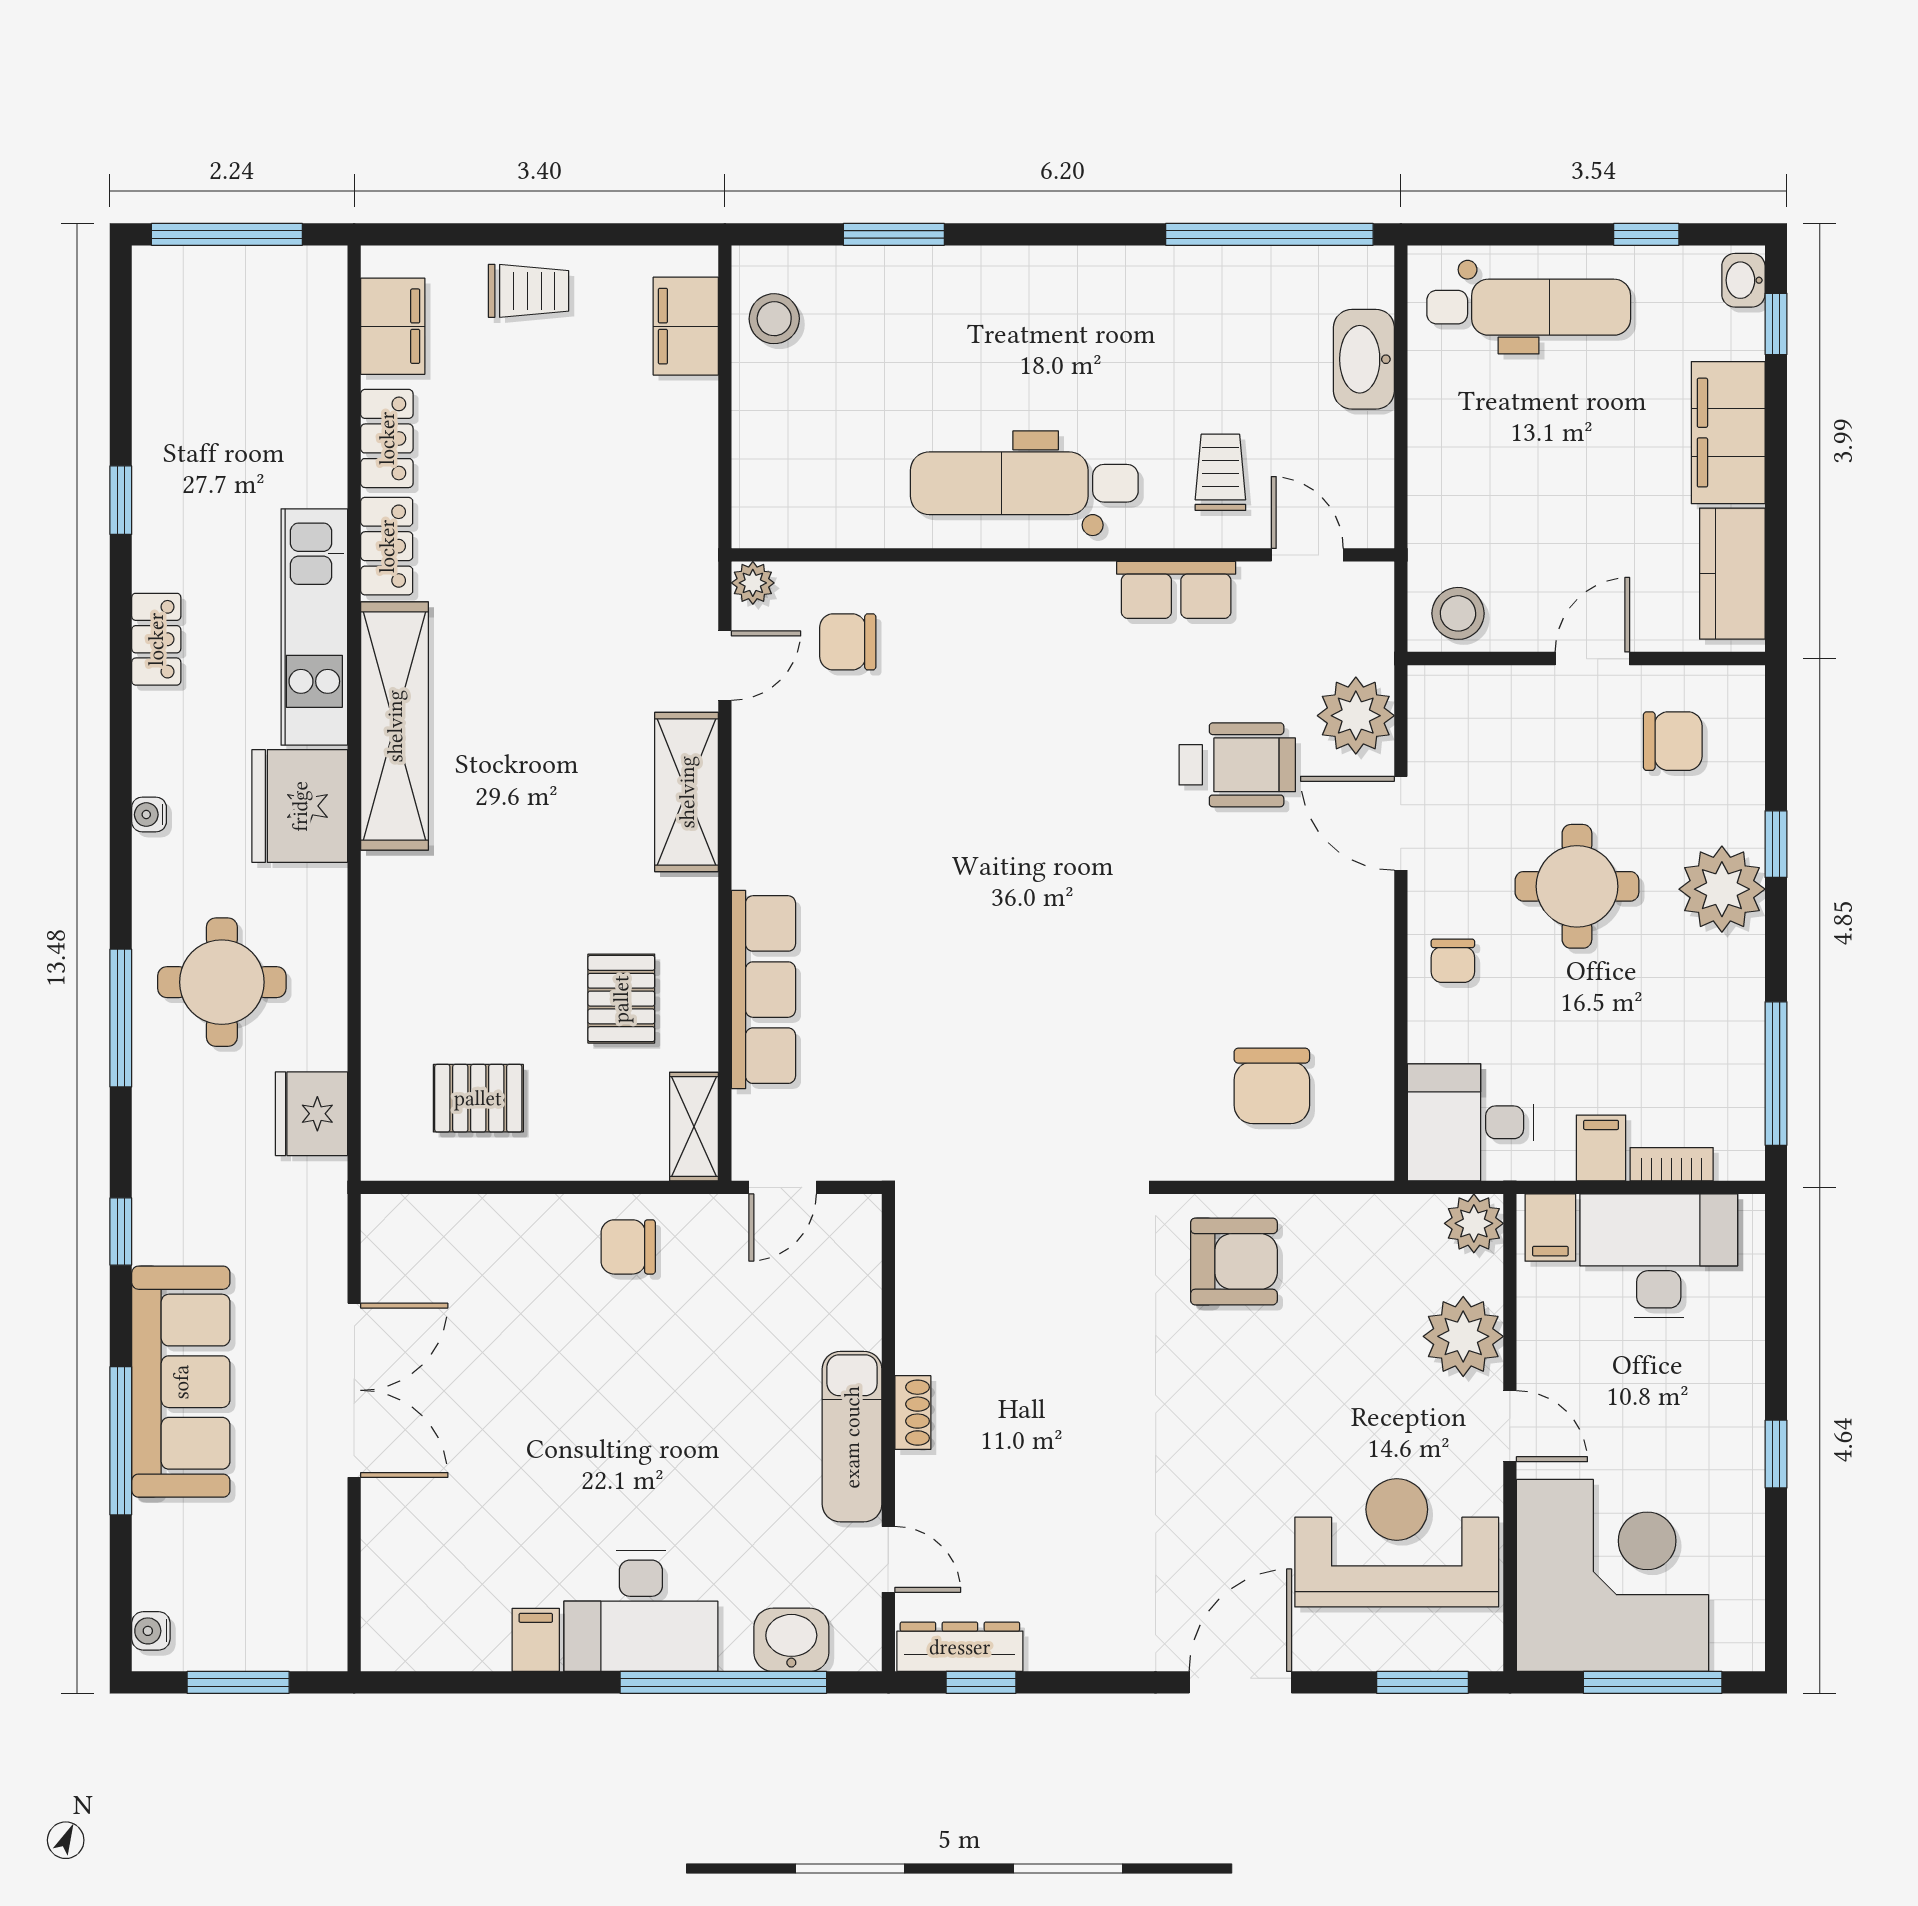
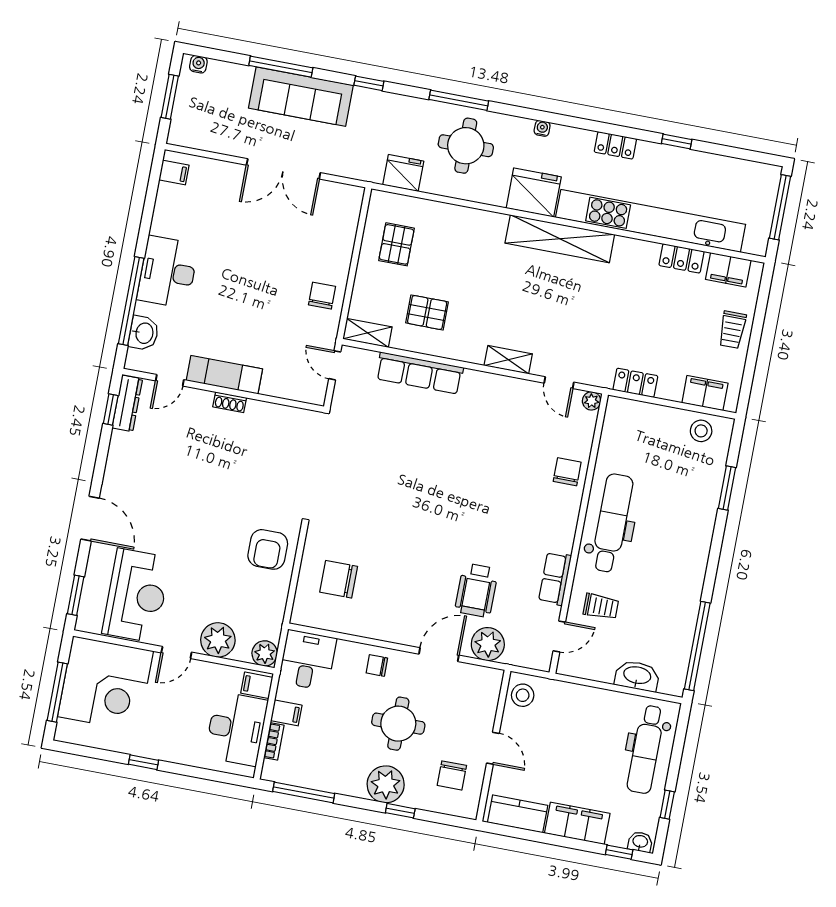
locker: (387, 546) -> (635, 383), moved, turned 180
kitchen unit: (314, 627) -> (651, 221), width x1.86
chair: (848, 642) -> (567, 472), moved
shelving: (687, 792) -> (508, 360), width x0.67, depth x0.75
filing cabinet: (536, 1640) -> (174, 172), moved

